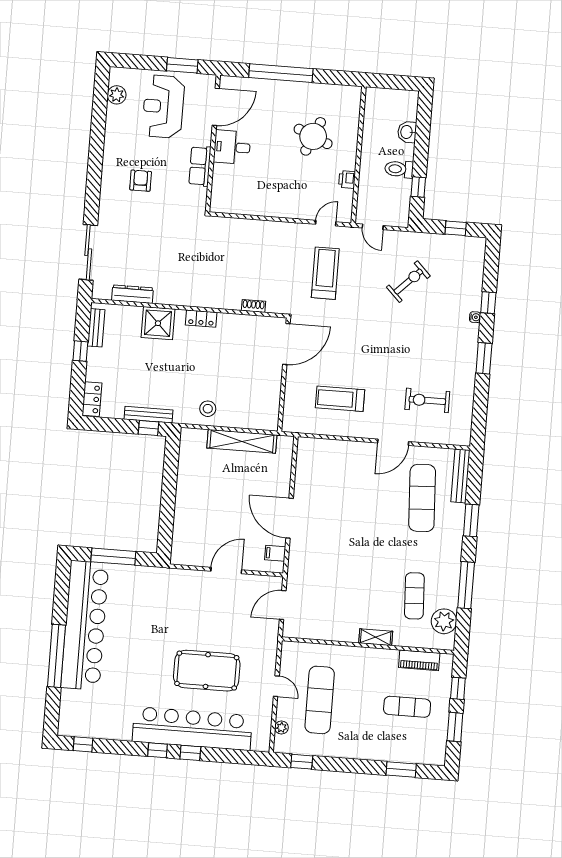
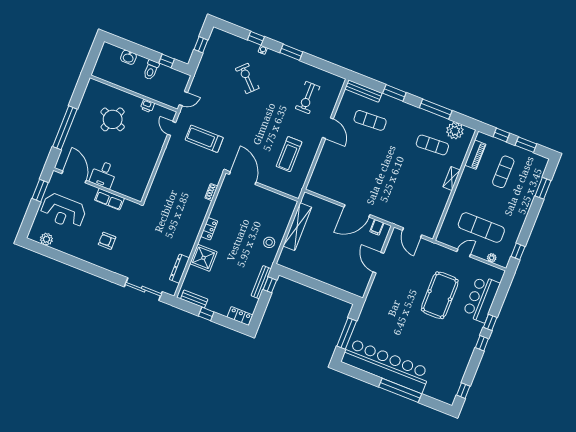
exercise bike: (408, 282) -> (247, 78), moved
exercise mat: (422, 498) -> (370, 120), width x0.73, depth x0.69
bar counter: (192, 729) -> (481, 299), width x0.54

